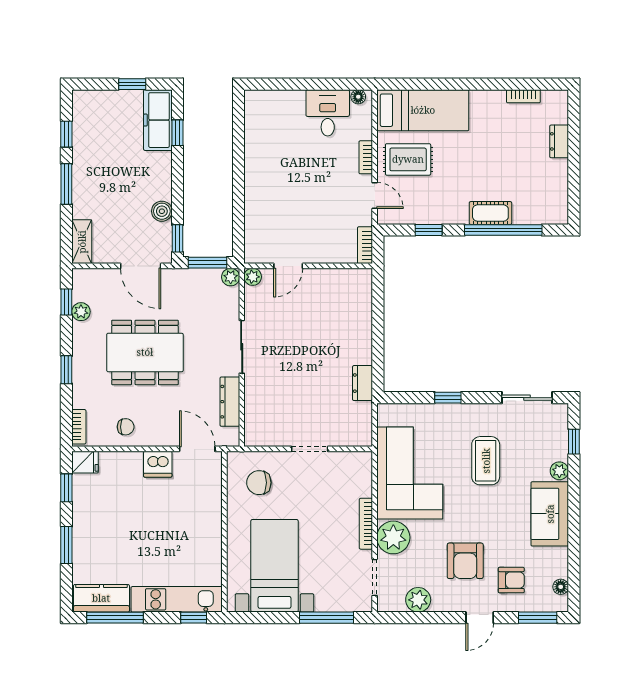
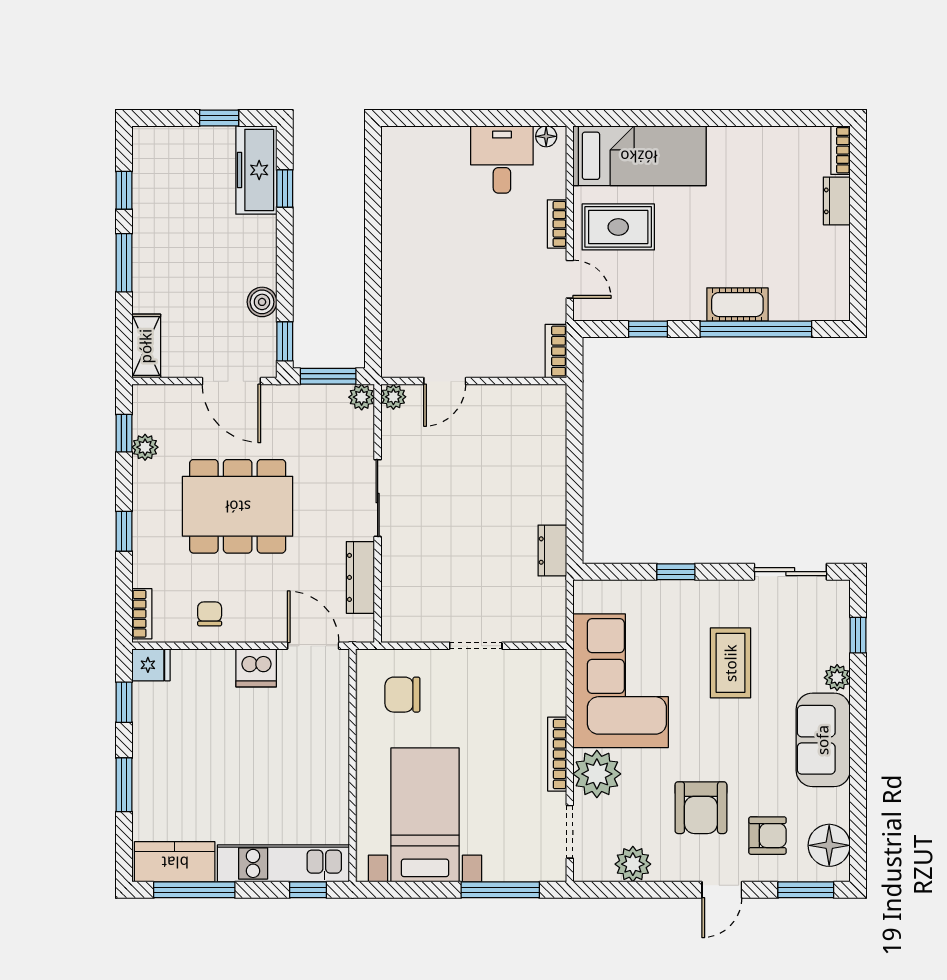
bookcase: (523, 96) -> (840, 150), moved, turned 90
chair: (126, 427) -> (210, 614), turned -90
floor lamp: (561, 587) -> (829, 845), width x1.89, depth x1.89

